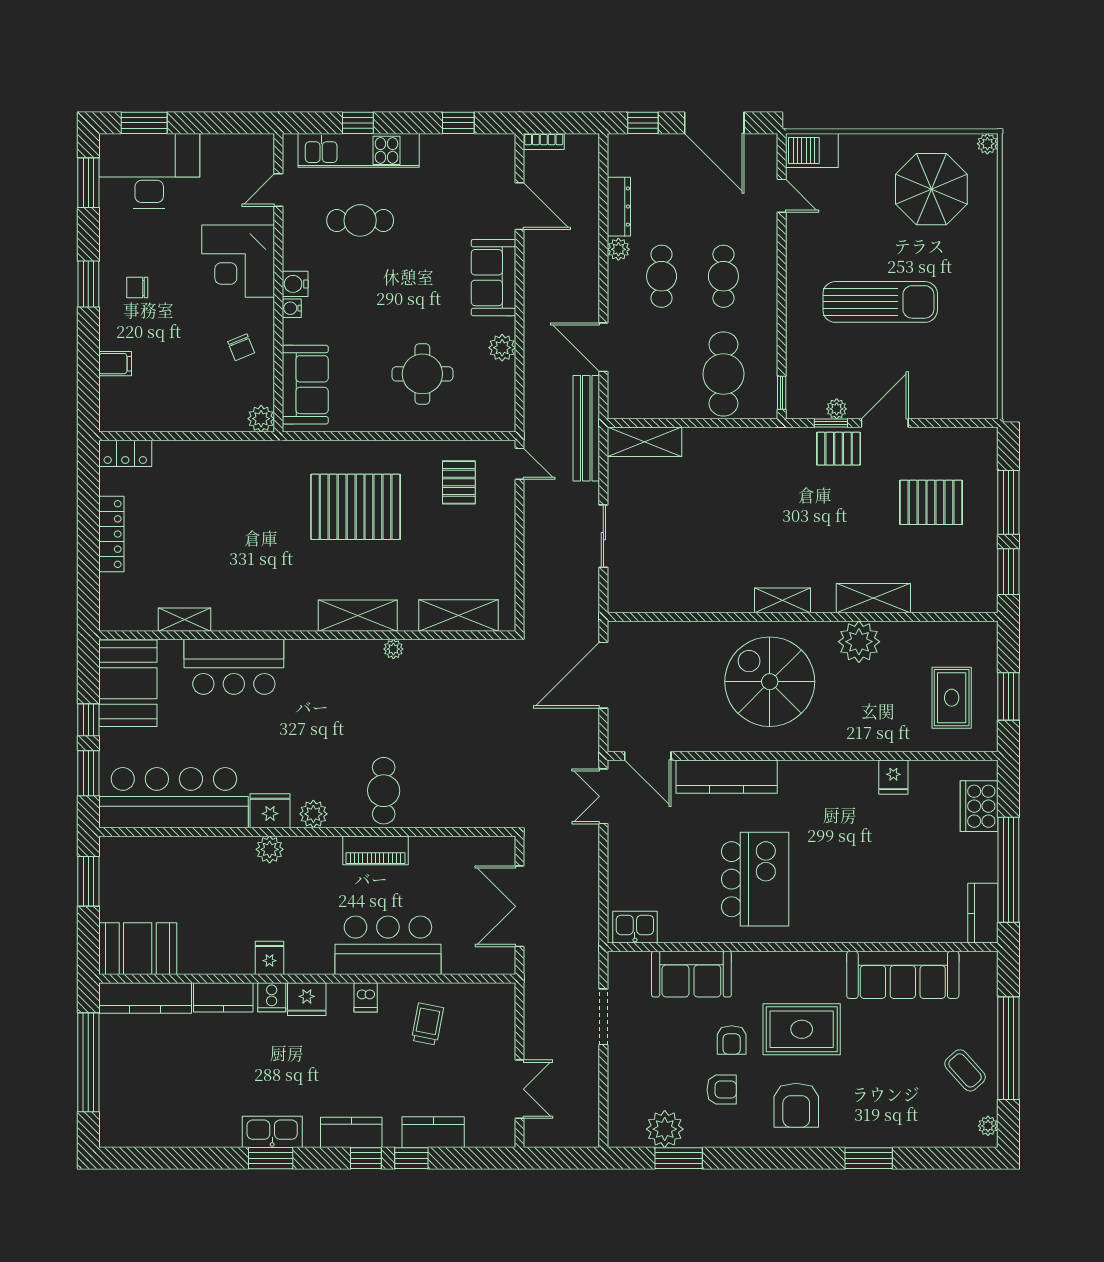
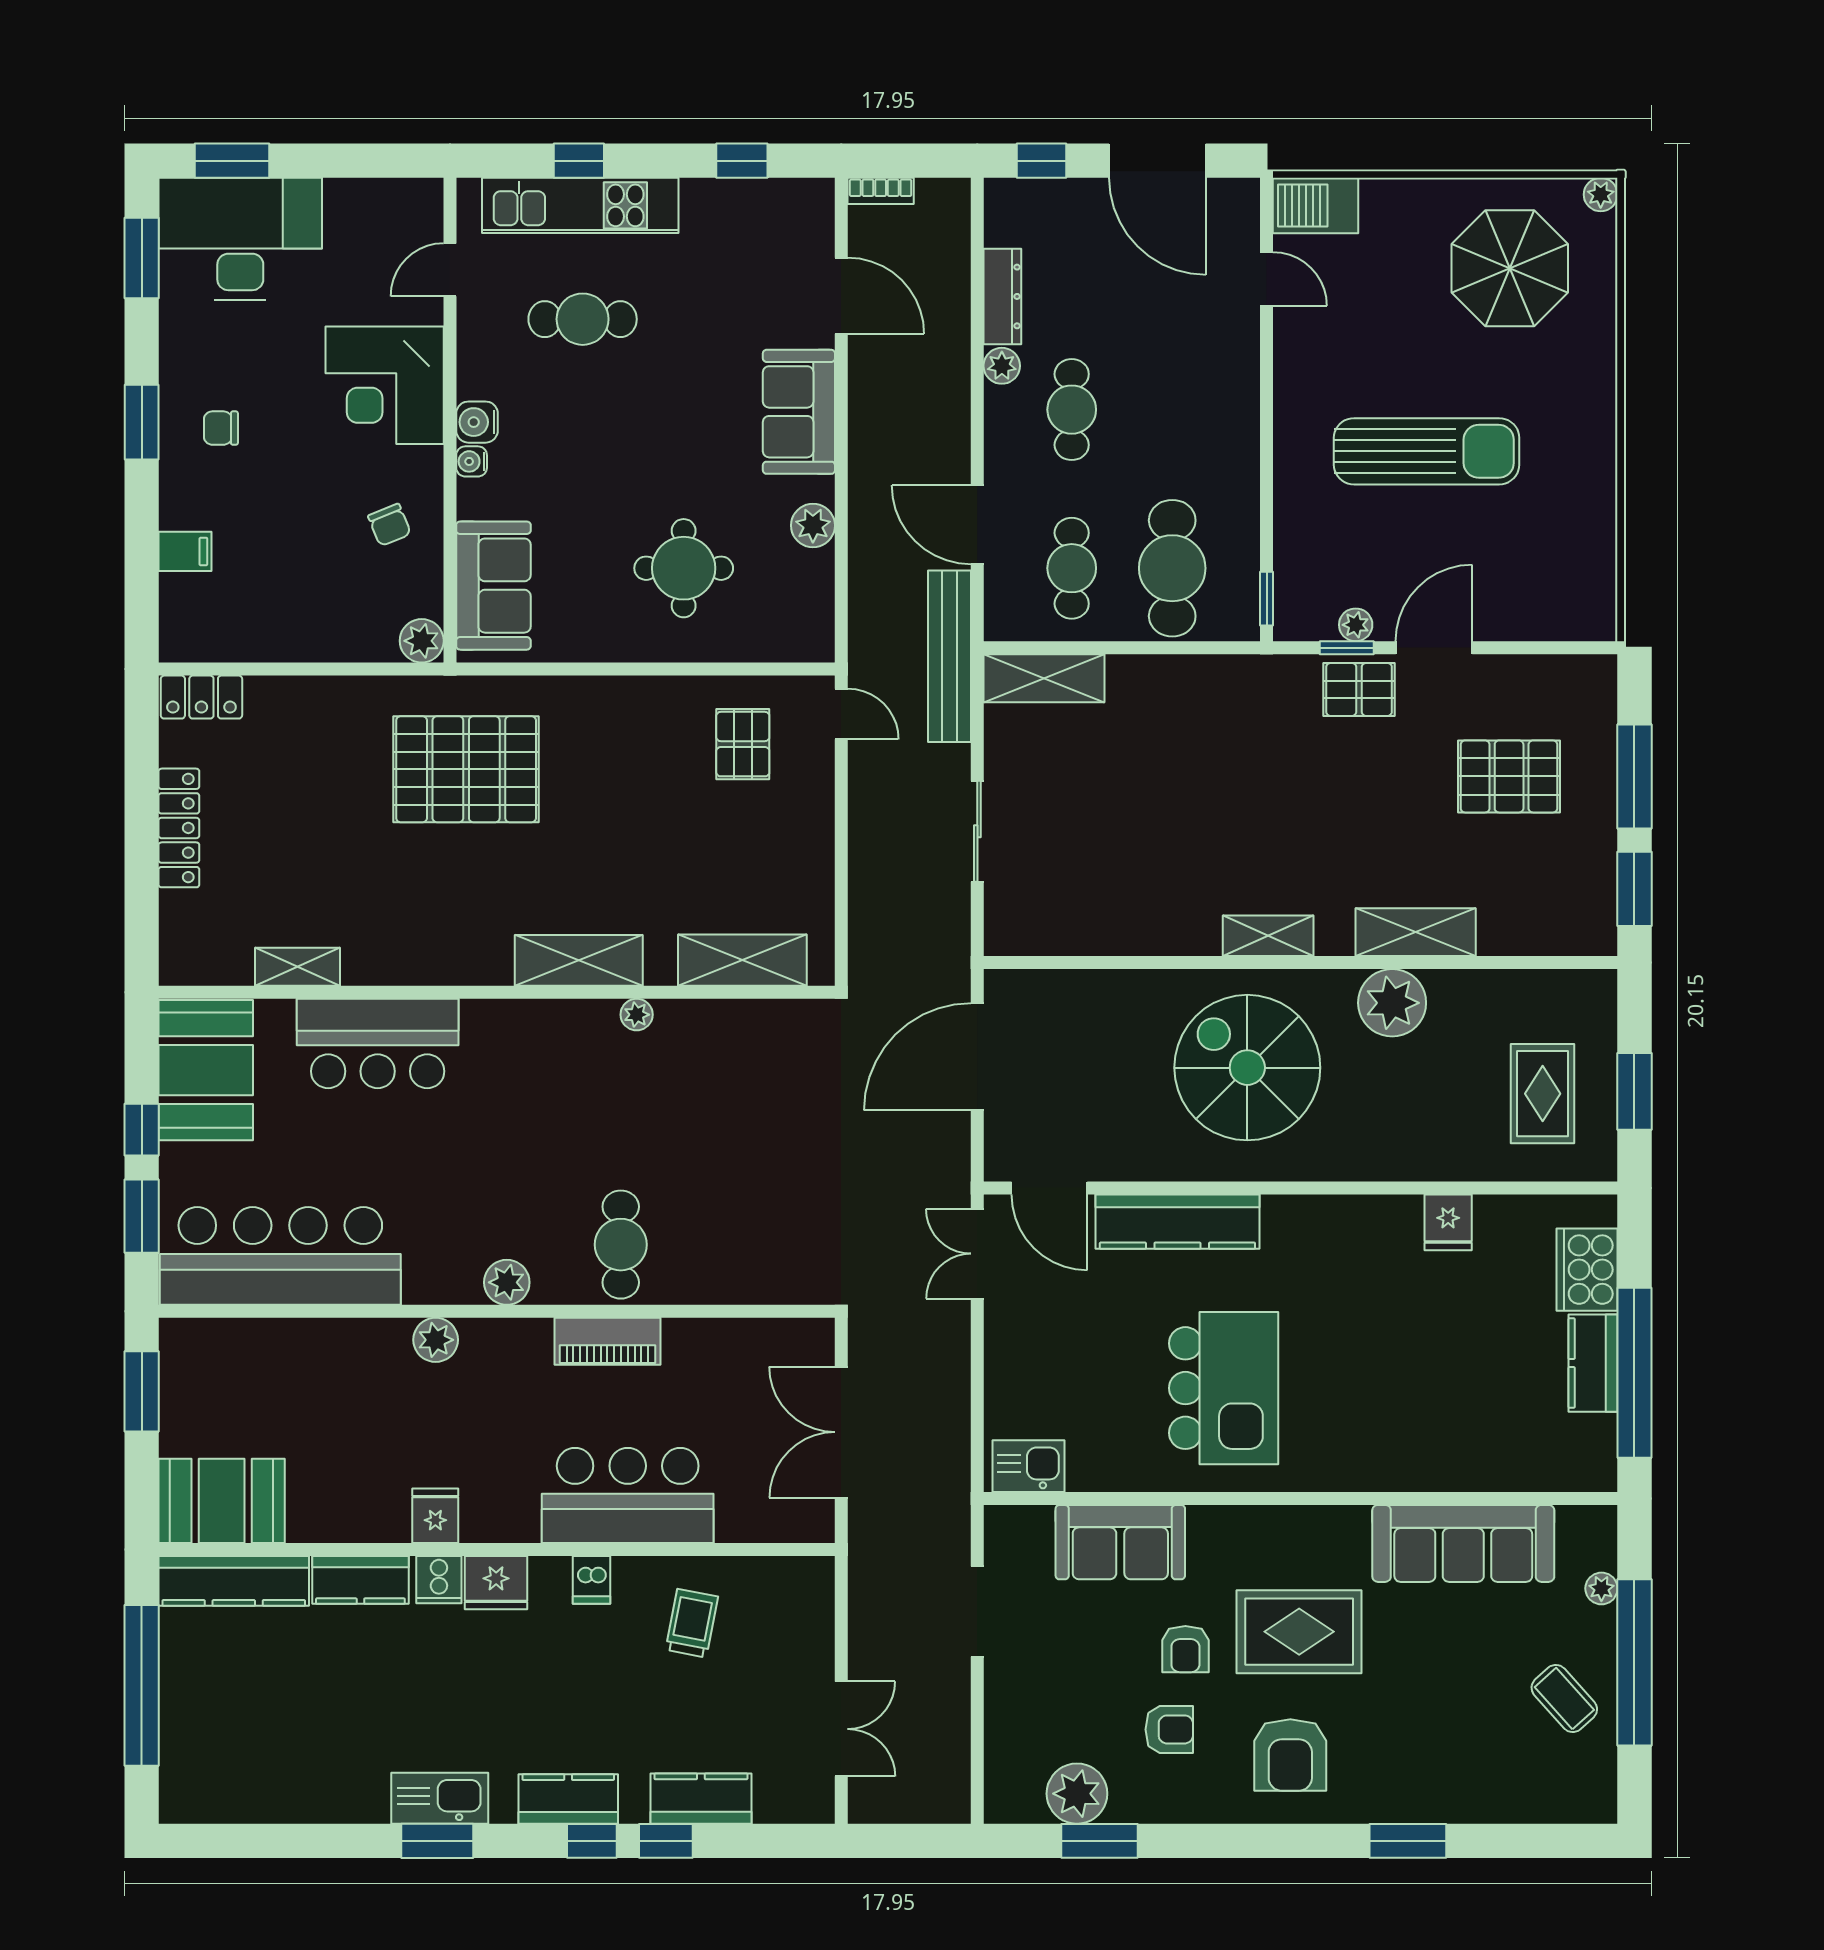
cafe table: (723, 276) -> (1072, 568), moved
pallet: (356, 507) -> (466, 769), moved
fridge: (270, 811) -> (436, 1277), removed
kitchen counter: (983, 913) -> (1593, 1363), moved
plant: (988, 1126) -> (1601, 1588), moved

